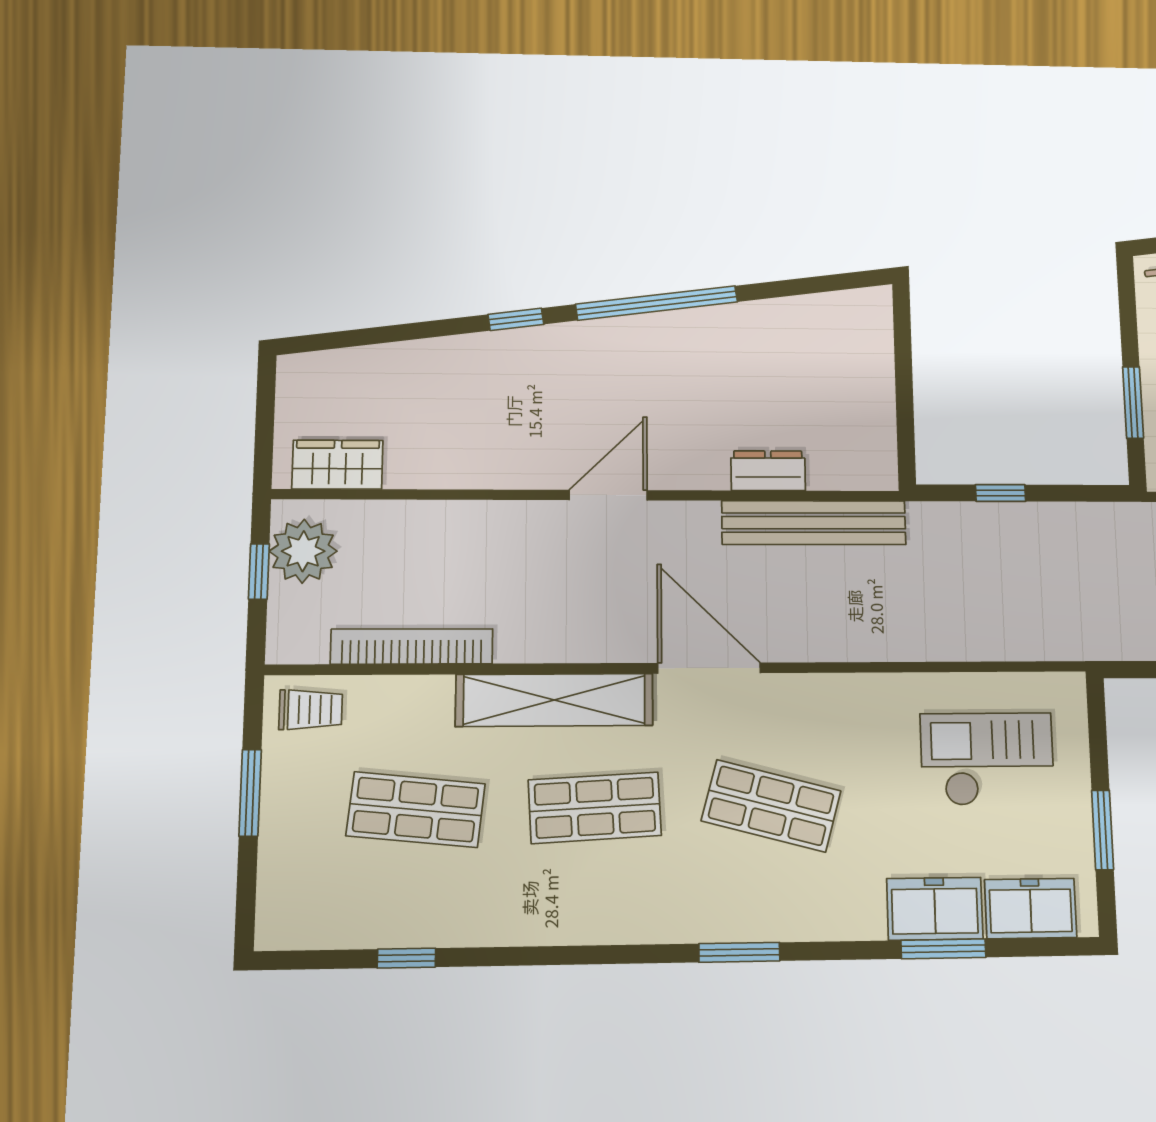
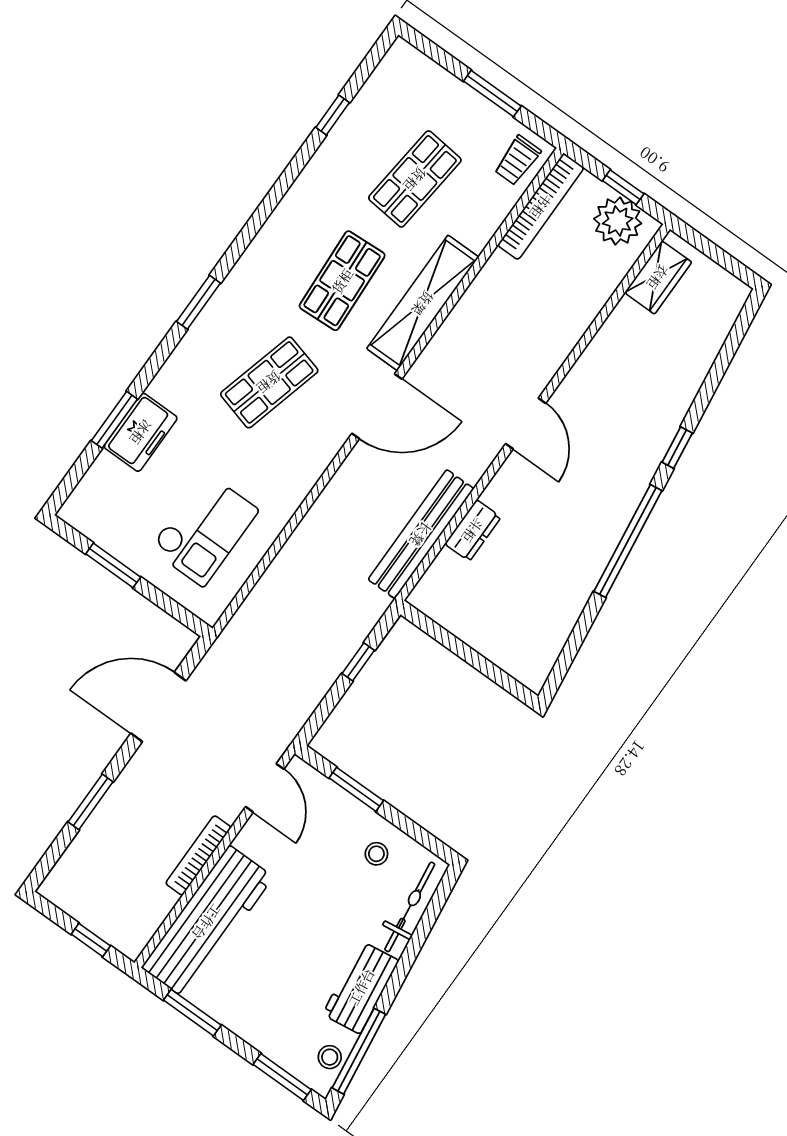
bookcase: (412, 646) -> (541, 206), moved
freezer: (1031, 908) -> (100, 488), removed

